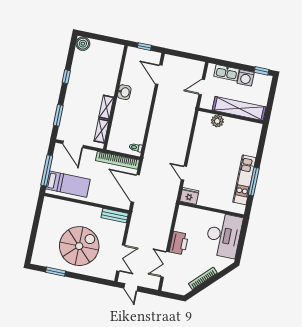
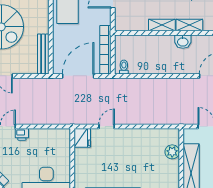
shelving: (101, 131) -> (189, 25), moved
bench: (115, 216) -> (43, 54), width x1.36
printer: (179, 243) -> (22, 134), width x0.53, depth x0.68

